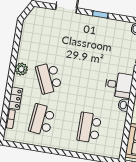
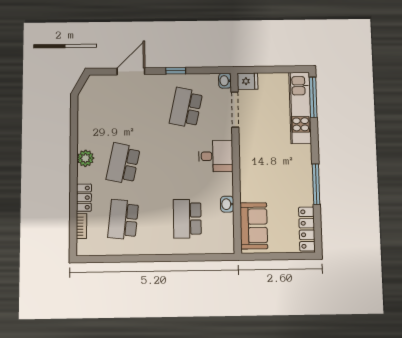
school desk: (103, 44) -> (186, 108), added
school desk: (49, 78) -> (123, 163), turned 36
washbasin: (124, 105) -> (227, 204), moved

